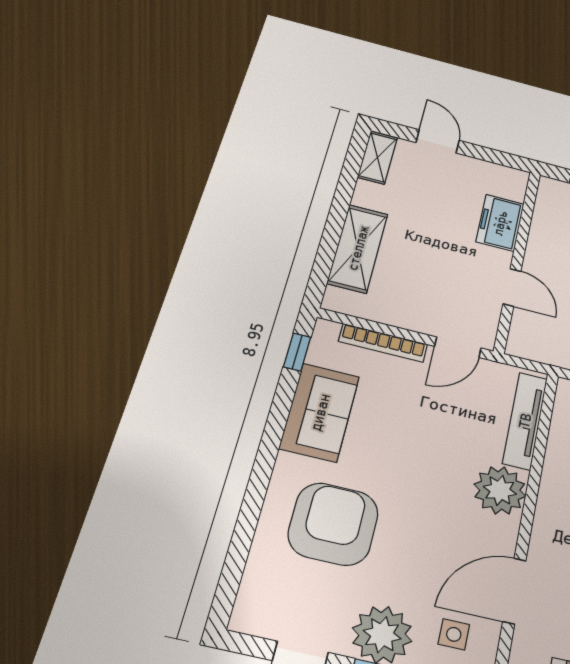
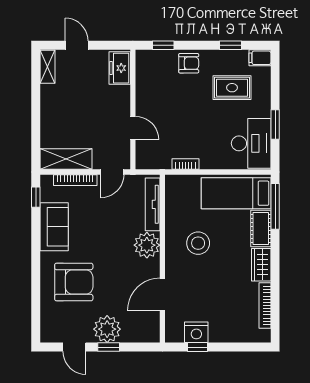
freezer: (500, 223) -> (120, 68), moved
shelving: (358, 248) -> (66, 159), moved, turned 90
armchair: (333, 524) -> (74, 282), turned 90
side table: (454, 634) -> (139, 322), removed

